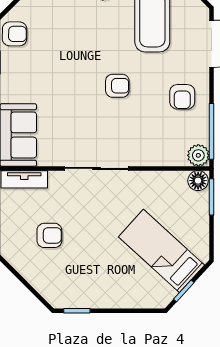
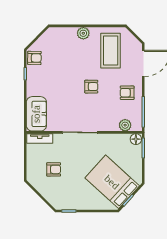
armchair: (182, 97) -> (127, 93), turned 90
plant: (198, 155) -> (125, 125), moved
bed: (161, 251) -> (112, 182), width x1.50

